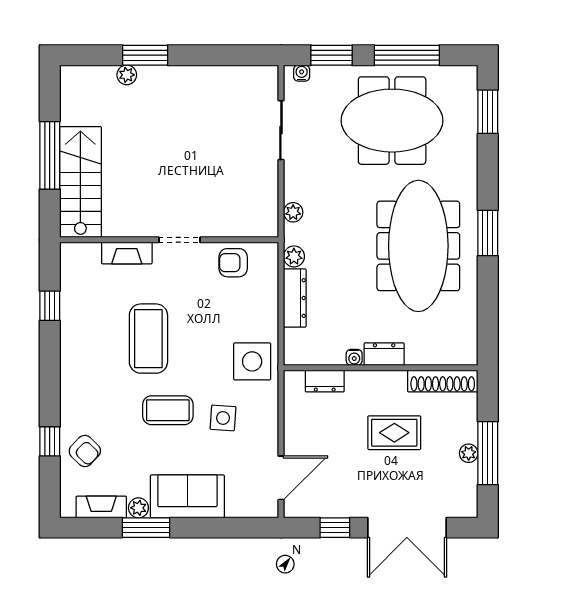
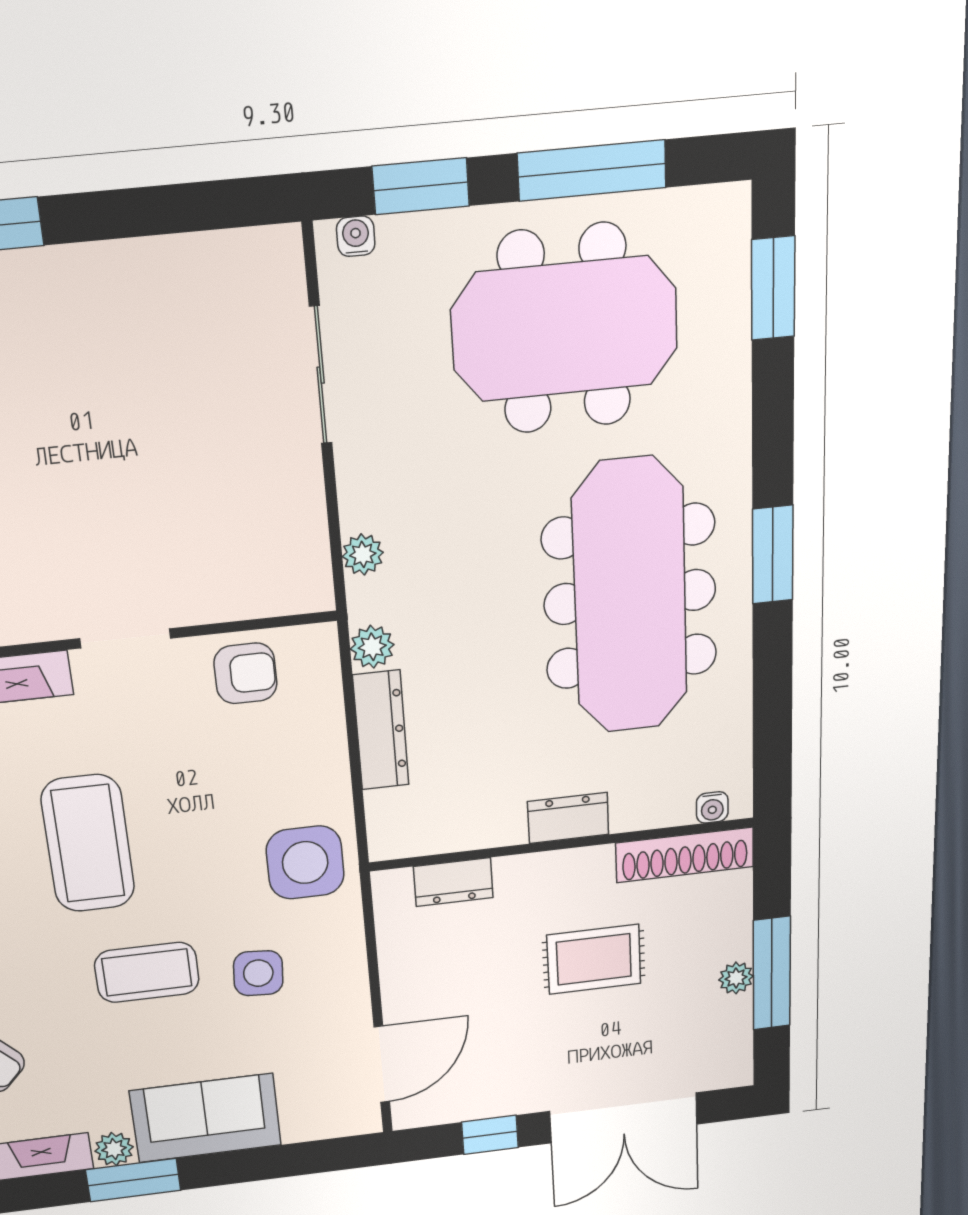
armchair: (233, 263) -> (245, 673), turned 180
water cooler: (354, 357) -> (712, 807), moved

